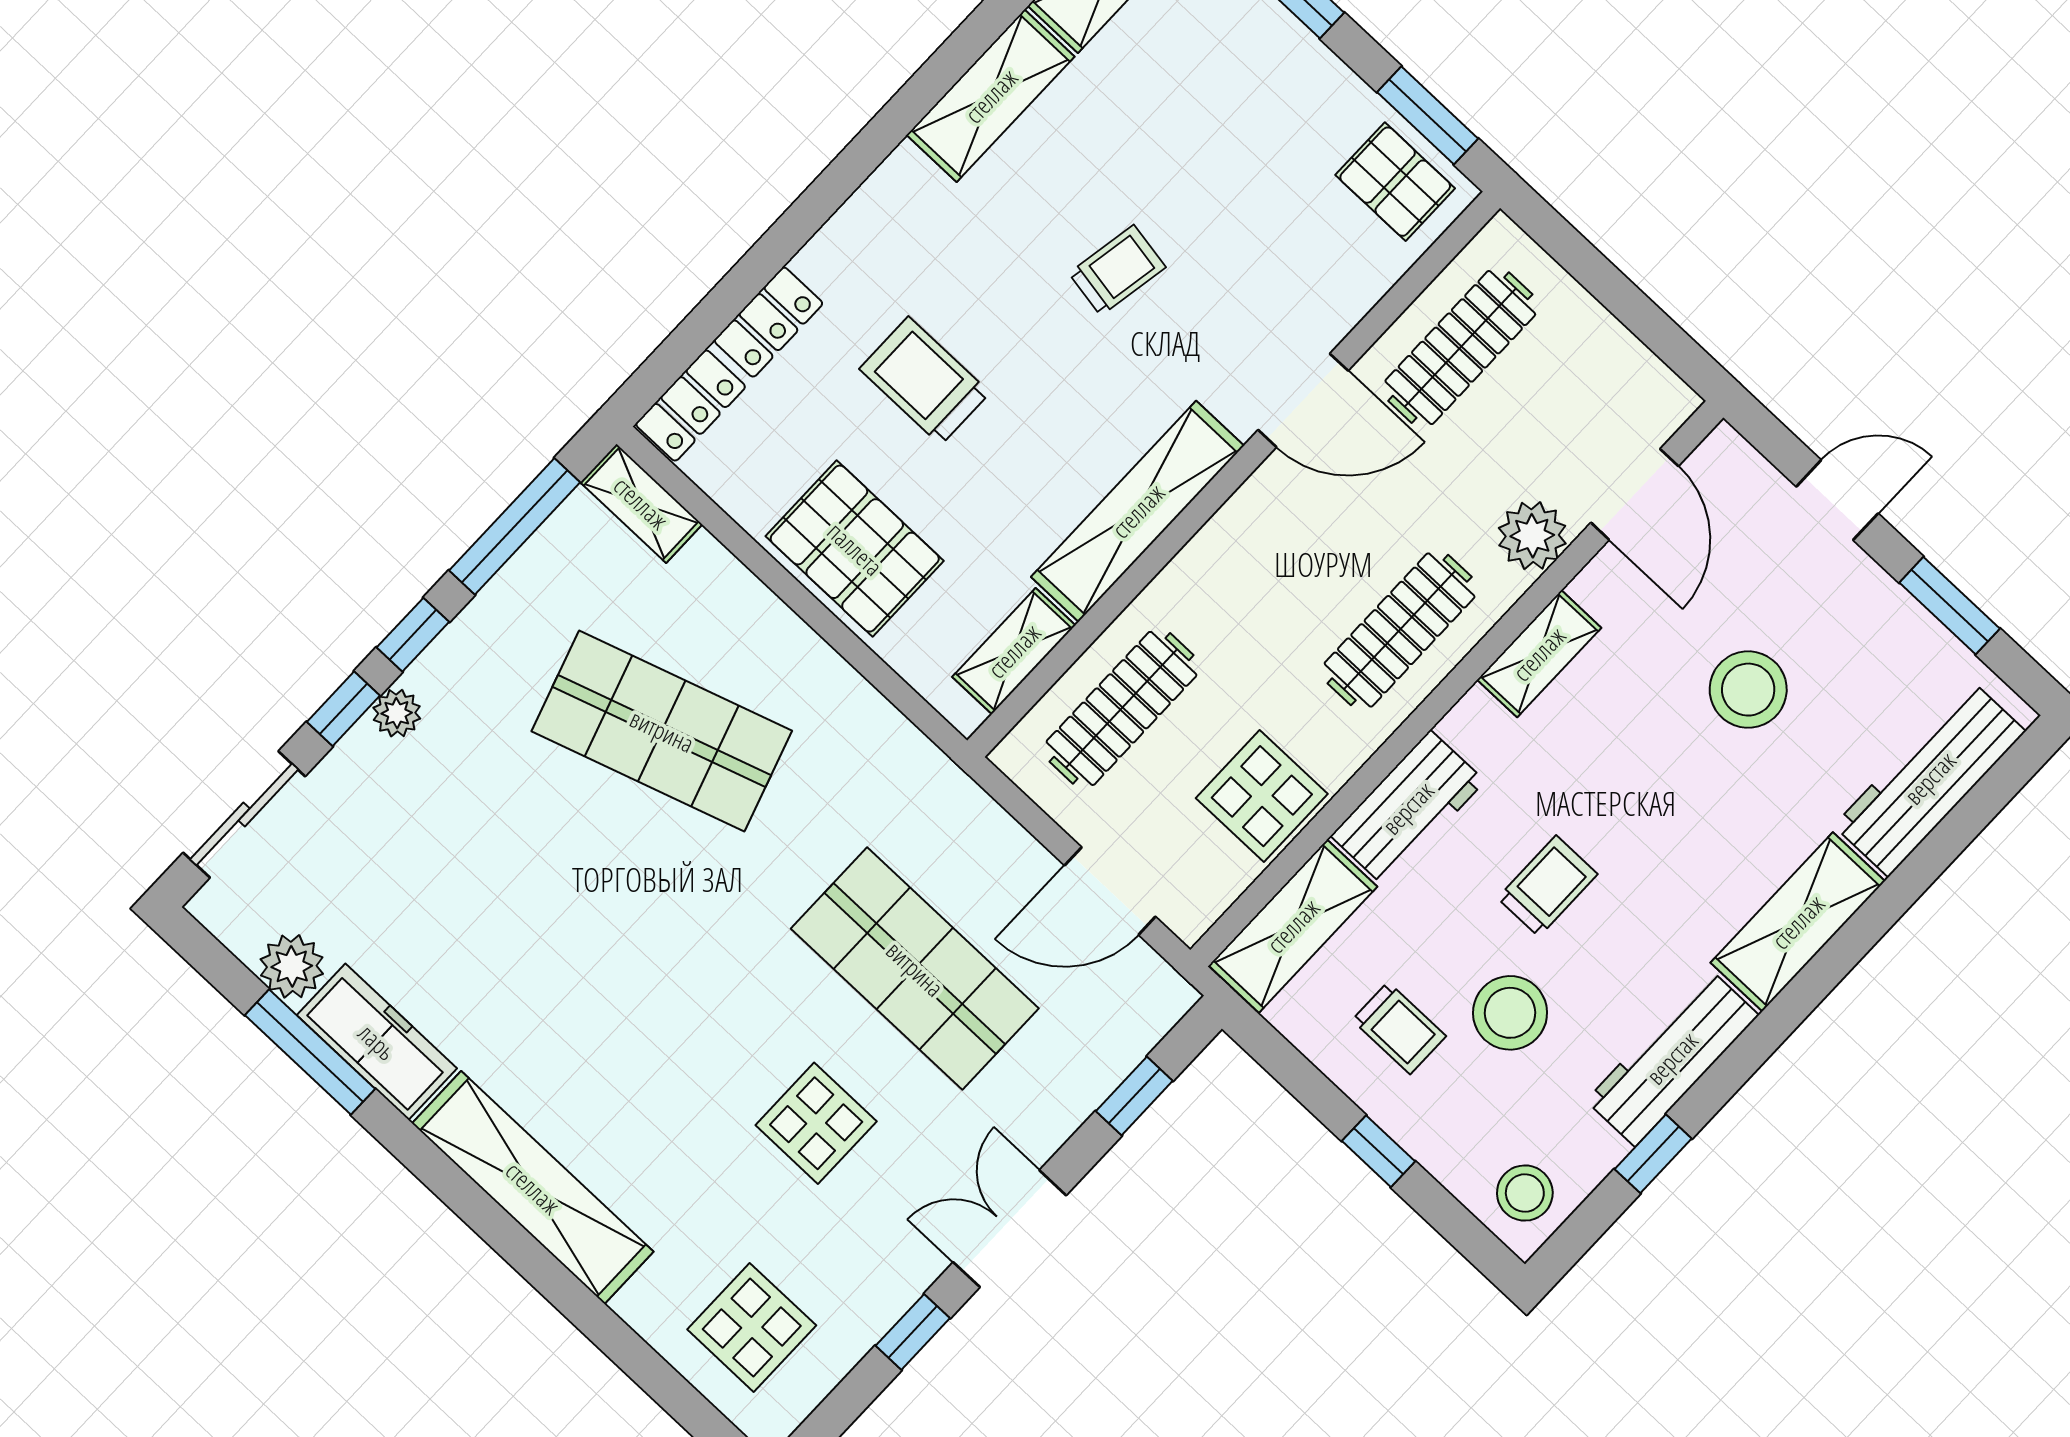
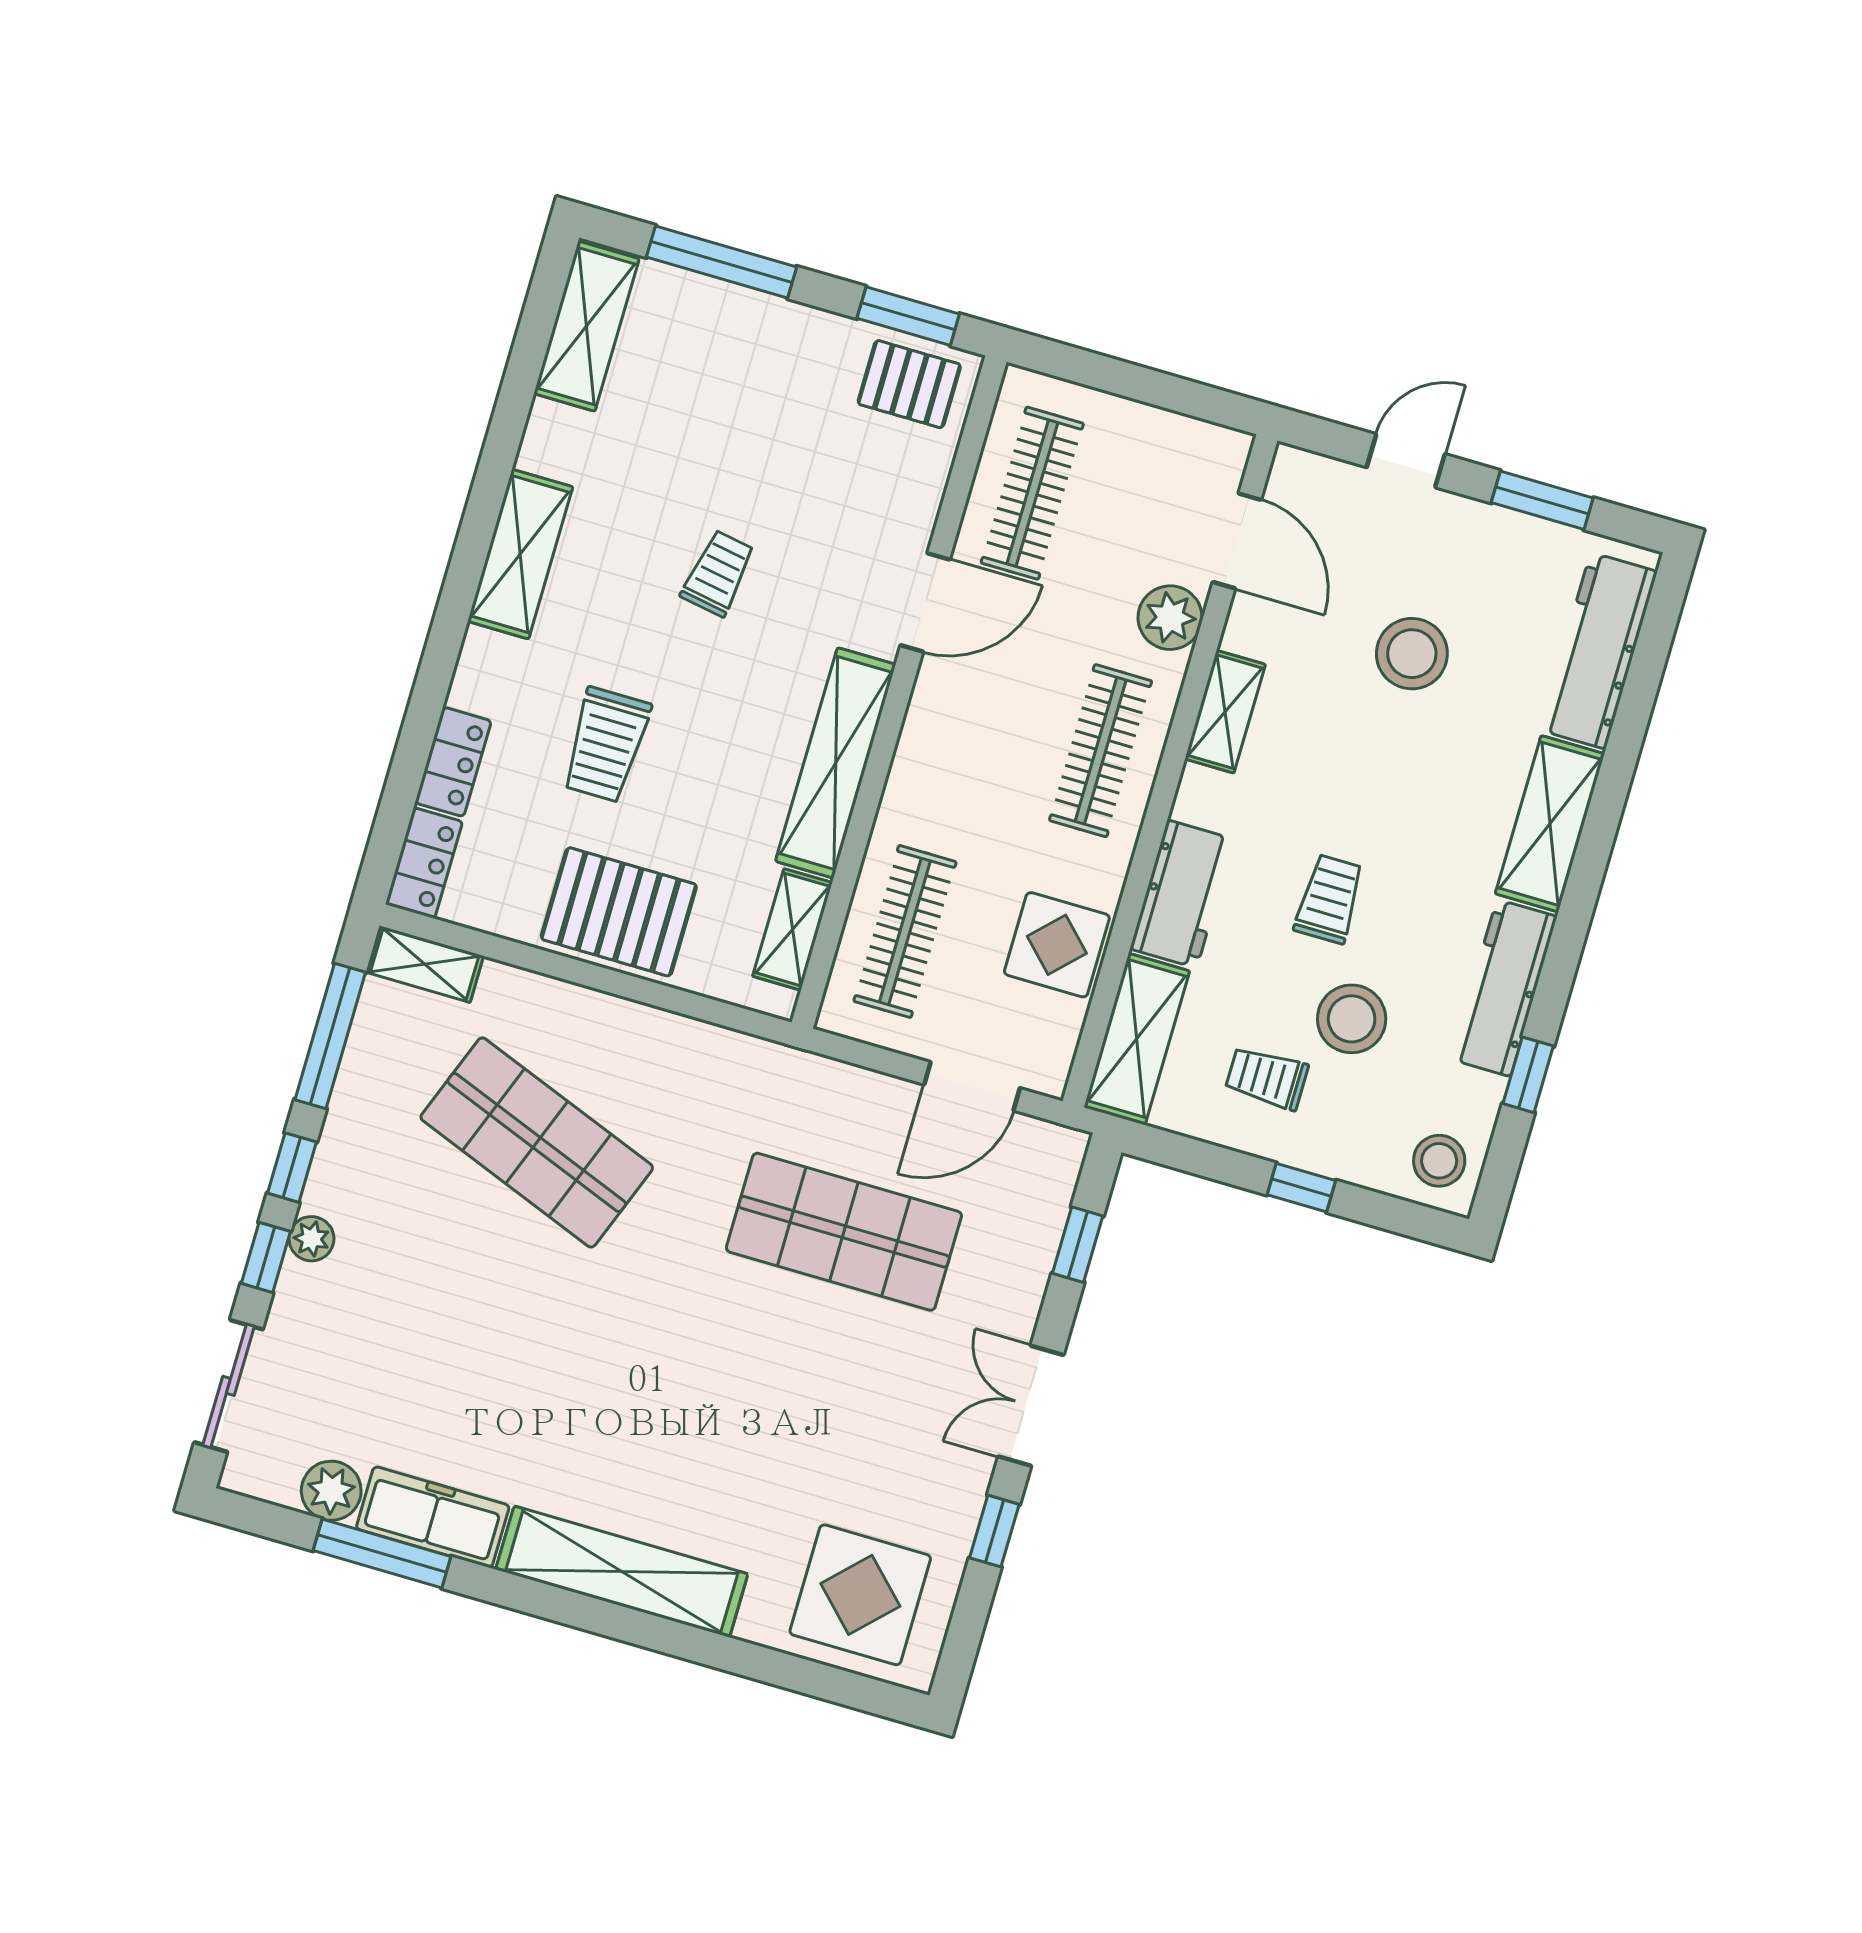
shelving: (991, 96) -> (520, 554), moved
trolley: (925, 381) -> (606, 745), turned -90
shop shelf: (662, 731) -> (537, 1142), turned 39
trolley: (1399, 1028) -> (1267, 1078), turned 180
display table: (816, 1123) -> (828, 1400), removed
display table: (752, 1327) -> (860, 1595), width x1.36, depth x1.36

